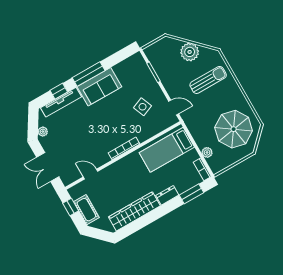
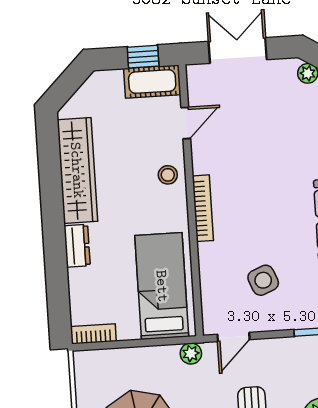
plant: (207, 152) -> (191, 353), moved
stool: (117, 171) -> (168, 175), added
window: (192, 194) -> (58, 292), removed
cot: (86, 210) -> (152, 82), moved

